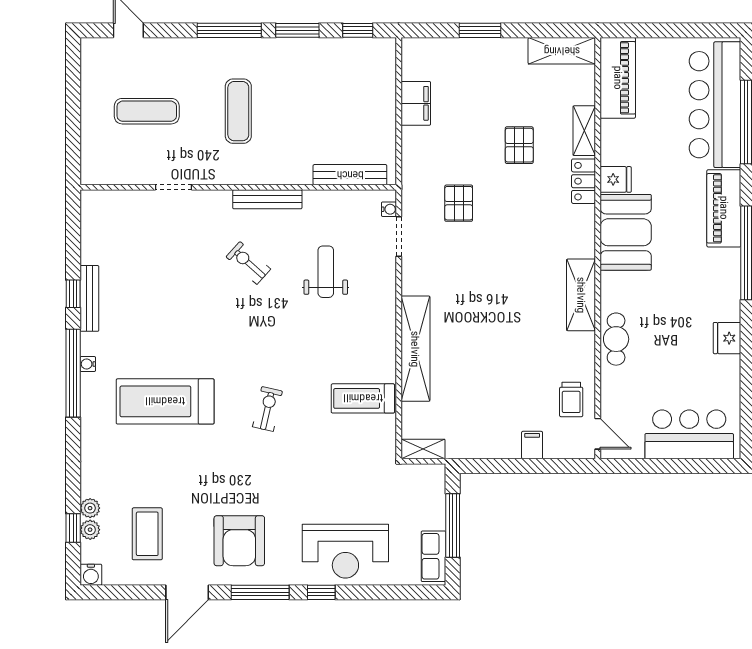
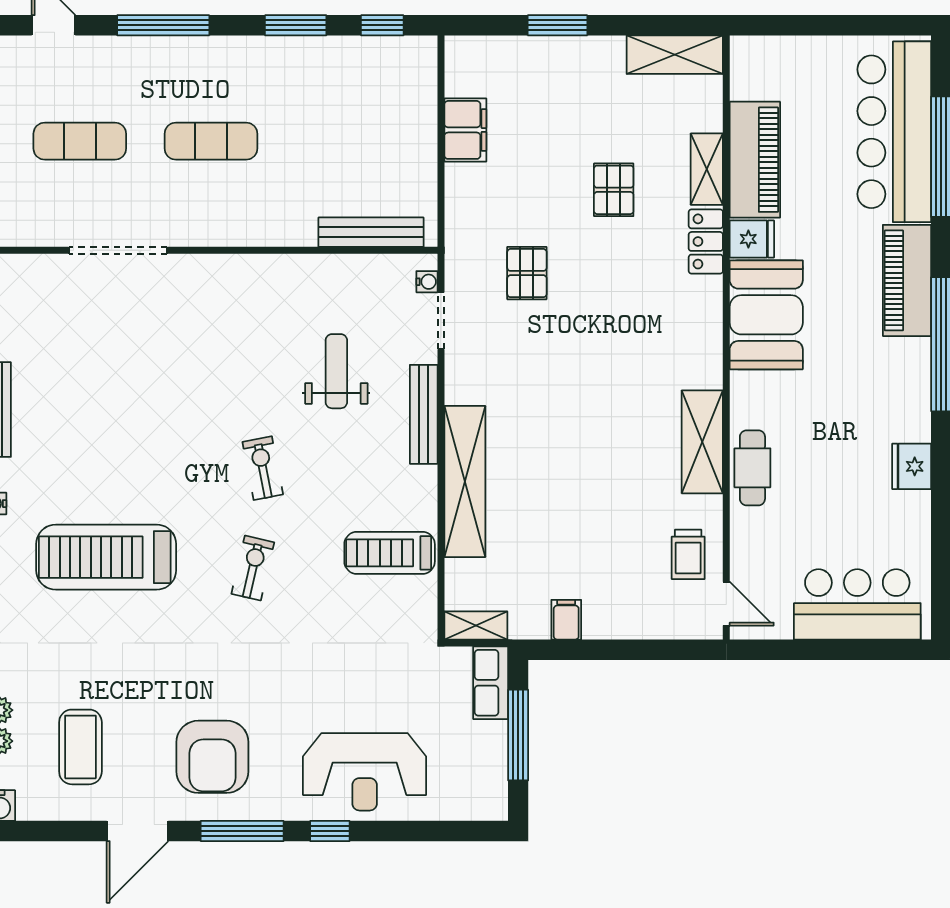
window: (229, 30) -> (163, 25), moved
piano: (618, 78) -> (755, 160), moved
exercise mat: (238, 111) -> (211, 141), turned 90
doorway: (173, 187) -> (118, 250), width x1.88
bench: (267, 199) -> (424, 414), moved, turned 90
exercise bike: (248, 263) -> (263, 468), moved, turned 37
shelving: (581, 295) -> (702, 442), moved
filing cabinet: (532, 445) -> (566, 620), moved
row of seats: (433, 556) -> (491, 683), moved

